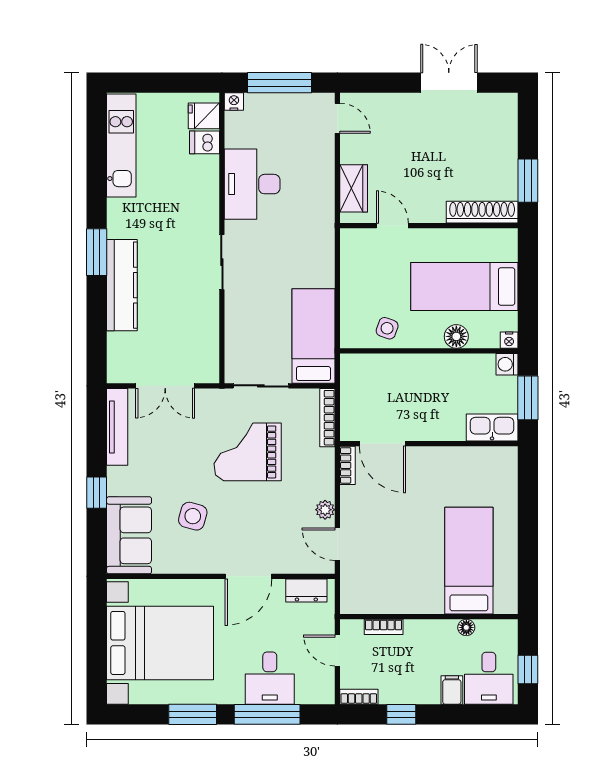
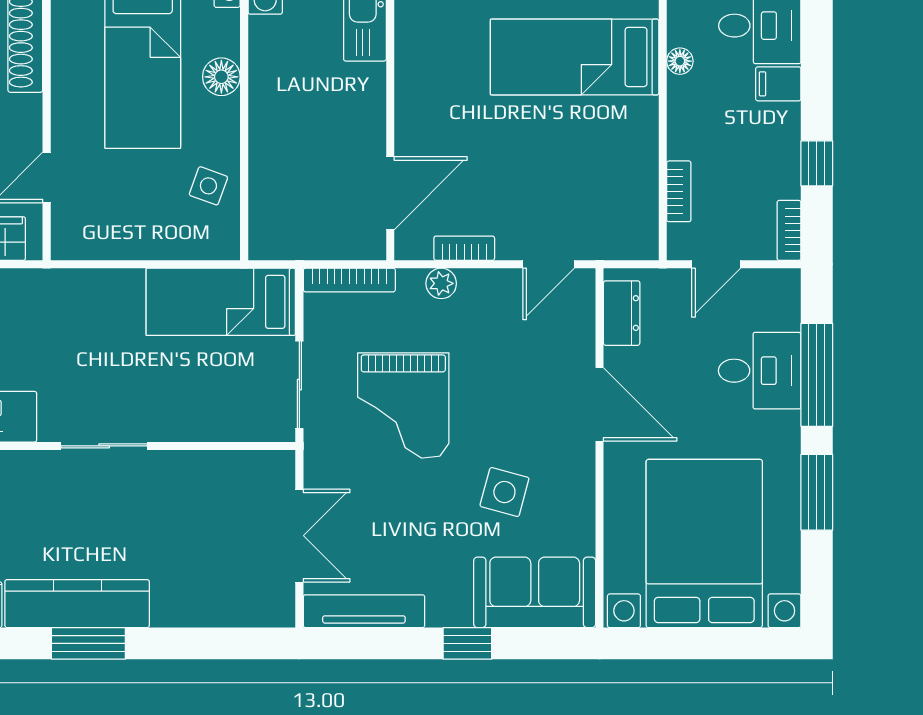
kitchen counter: (122, 285) -> (77, 604), moved
bookcase: (348, 465) -> (464, 248), moved
plant: (325, 510) -> (441, 283), moved

